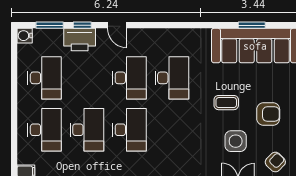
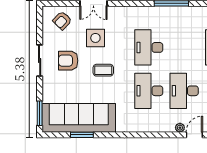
door: (117, 25) -> (194, 135), hinge flipped
plant: (135, 34) -> (180, 128), added
desk: (129, 130) -> (149, 47), moved

